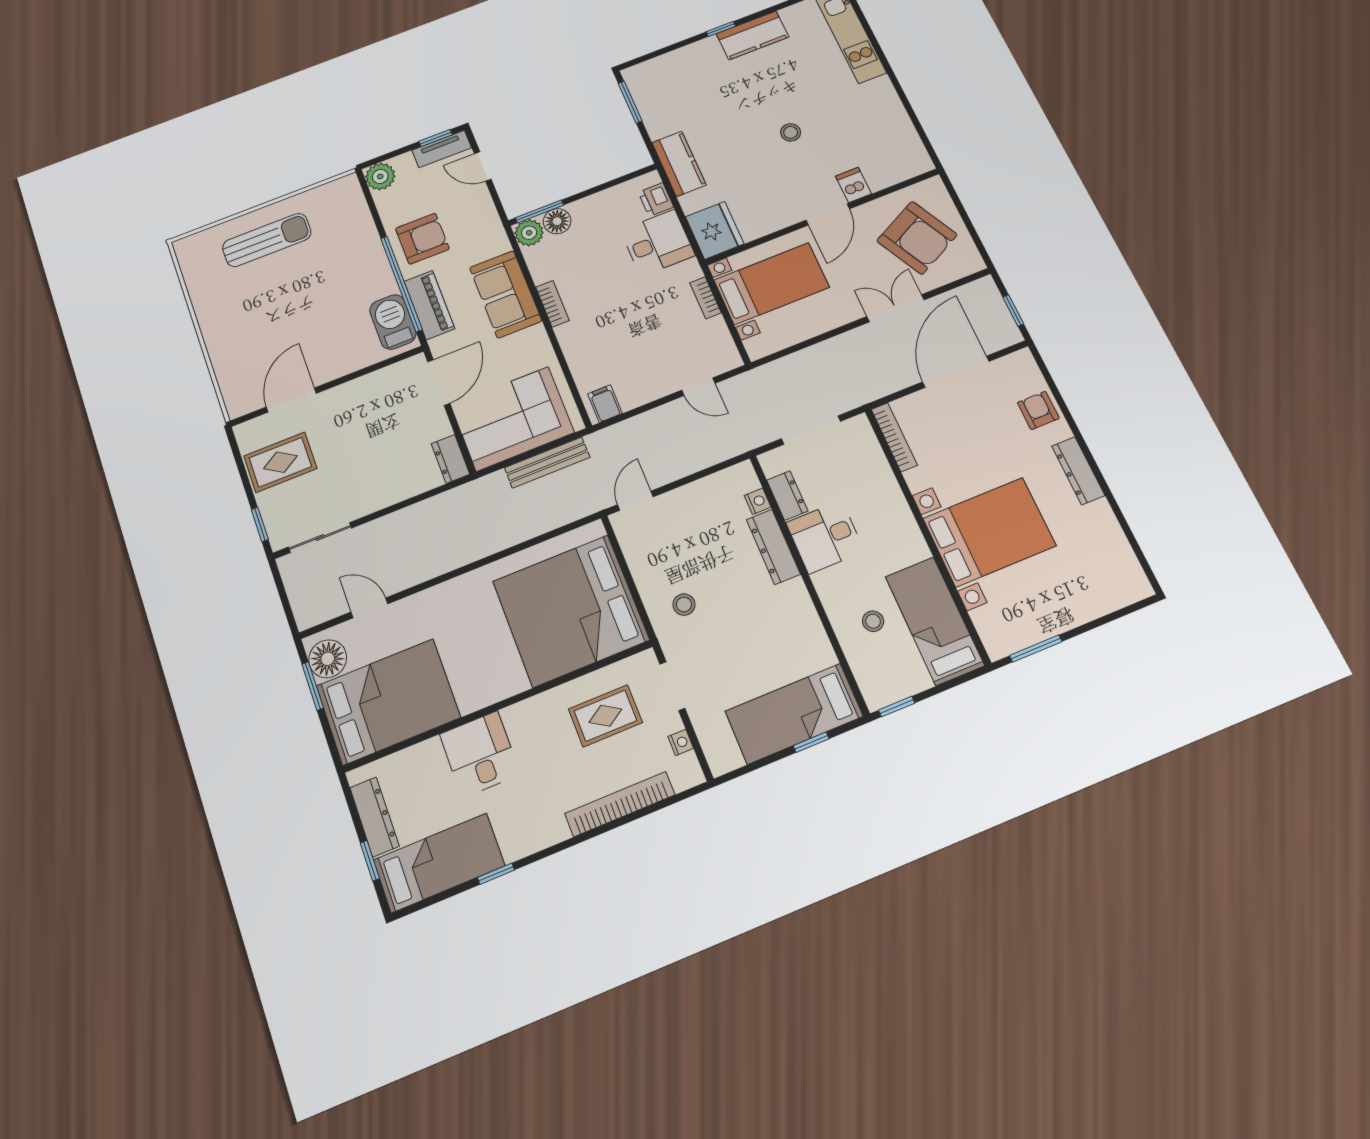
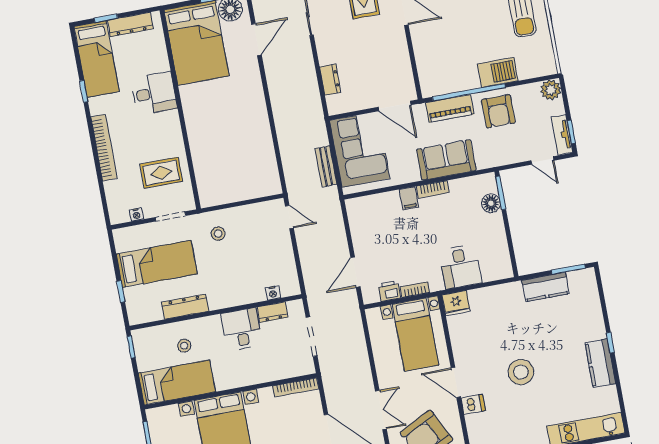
stool: (791, 132) -> (521, 372), width x1.89, depth x1.89
kitchen counter: (679, 164) -> (545, 287), moved
door: (483, 166) -> (543, 160), swing flipped
printer: (656, 200) -> (389, 291), moved
fridge: (715, 230) -> (456, 303), width x0.73, depth x0.75
plant: (529, 233) -> (487, 183), removed
barbecue: (393, 322) -> (498, 72), moved
door: (698, 387) -> (355, 272), width x1.38
filing cabinet: (605, 404) -> (409, 198), moved, turned 90
dresser: (450, 459) -> (330, 80), moved, turned 90
bench: (547, 462) -> (326, 166), width x0.73
dresser: (773, 547) -> (185, 307), moved
door: (369, 608) -> (256, 40), width x1.38
bed: (571, 611) -> (229, 164), removed
bed: (794, 714) -> (157, 264), moved, turned 90
rug: (605, 716) -> (161, 173), turned 90
bookcase: (620, 804) -> (104, 148), moved

